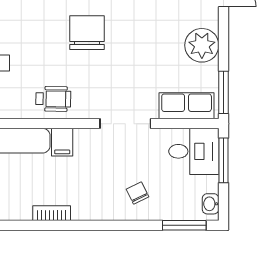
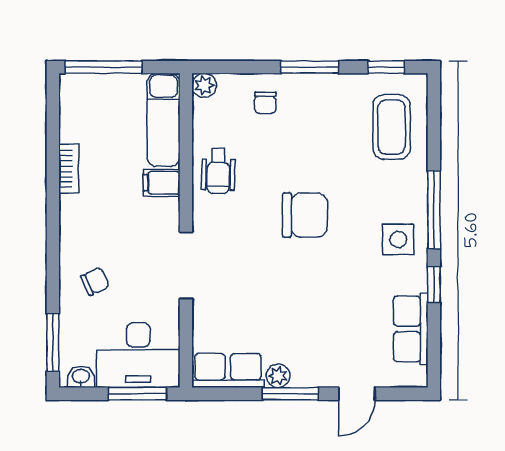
plant: (202, 45) -> (278, 376), width x0.53, depth x0.53
window: (223, 92) -> (290, 394), moved
row of seats: (187, 106) -> (228, 370), moved, turned -90
desk: (194, 151) -> (138, 355), width x1.37

